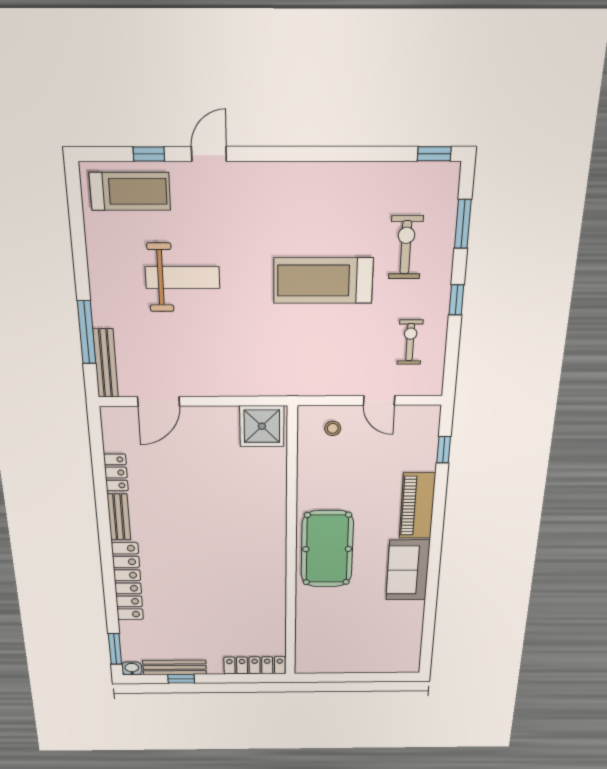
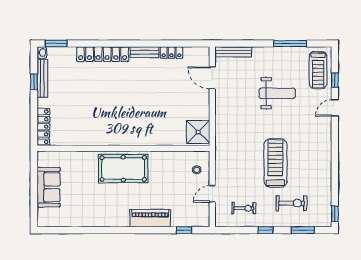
door: (209, 154) -> (335, 108), swing flipped
weight bench: (183, 277) -> (277, 93), turned -90
window: (87, 332) -> (290, 43), moved
sofa: (408, 570) -> (49, 187), moved, turned 90

